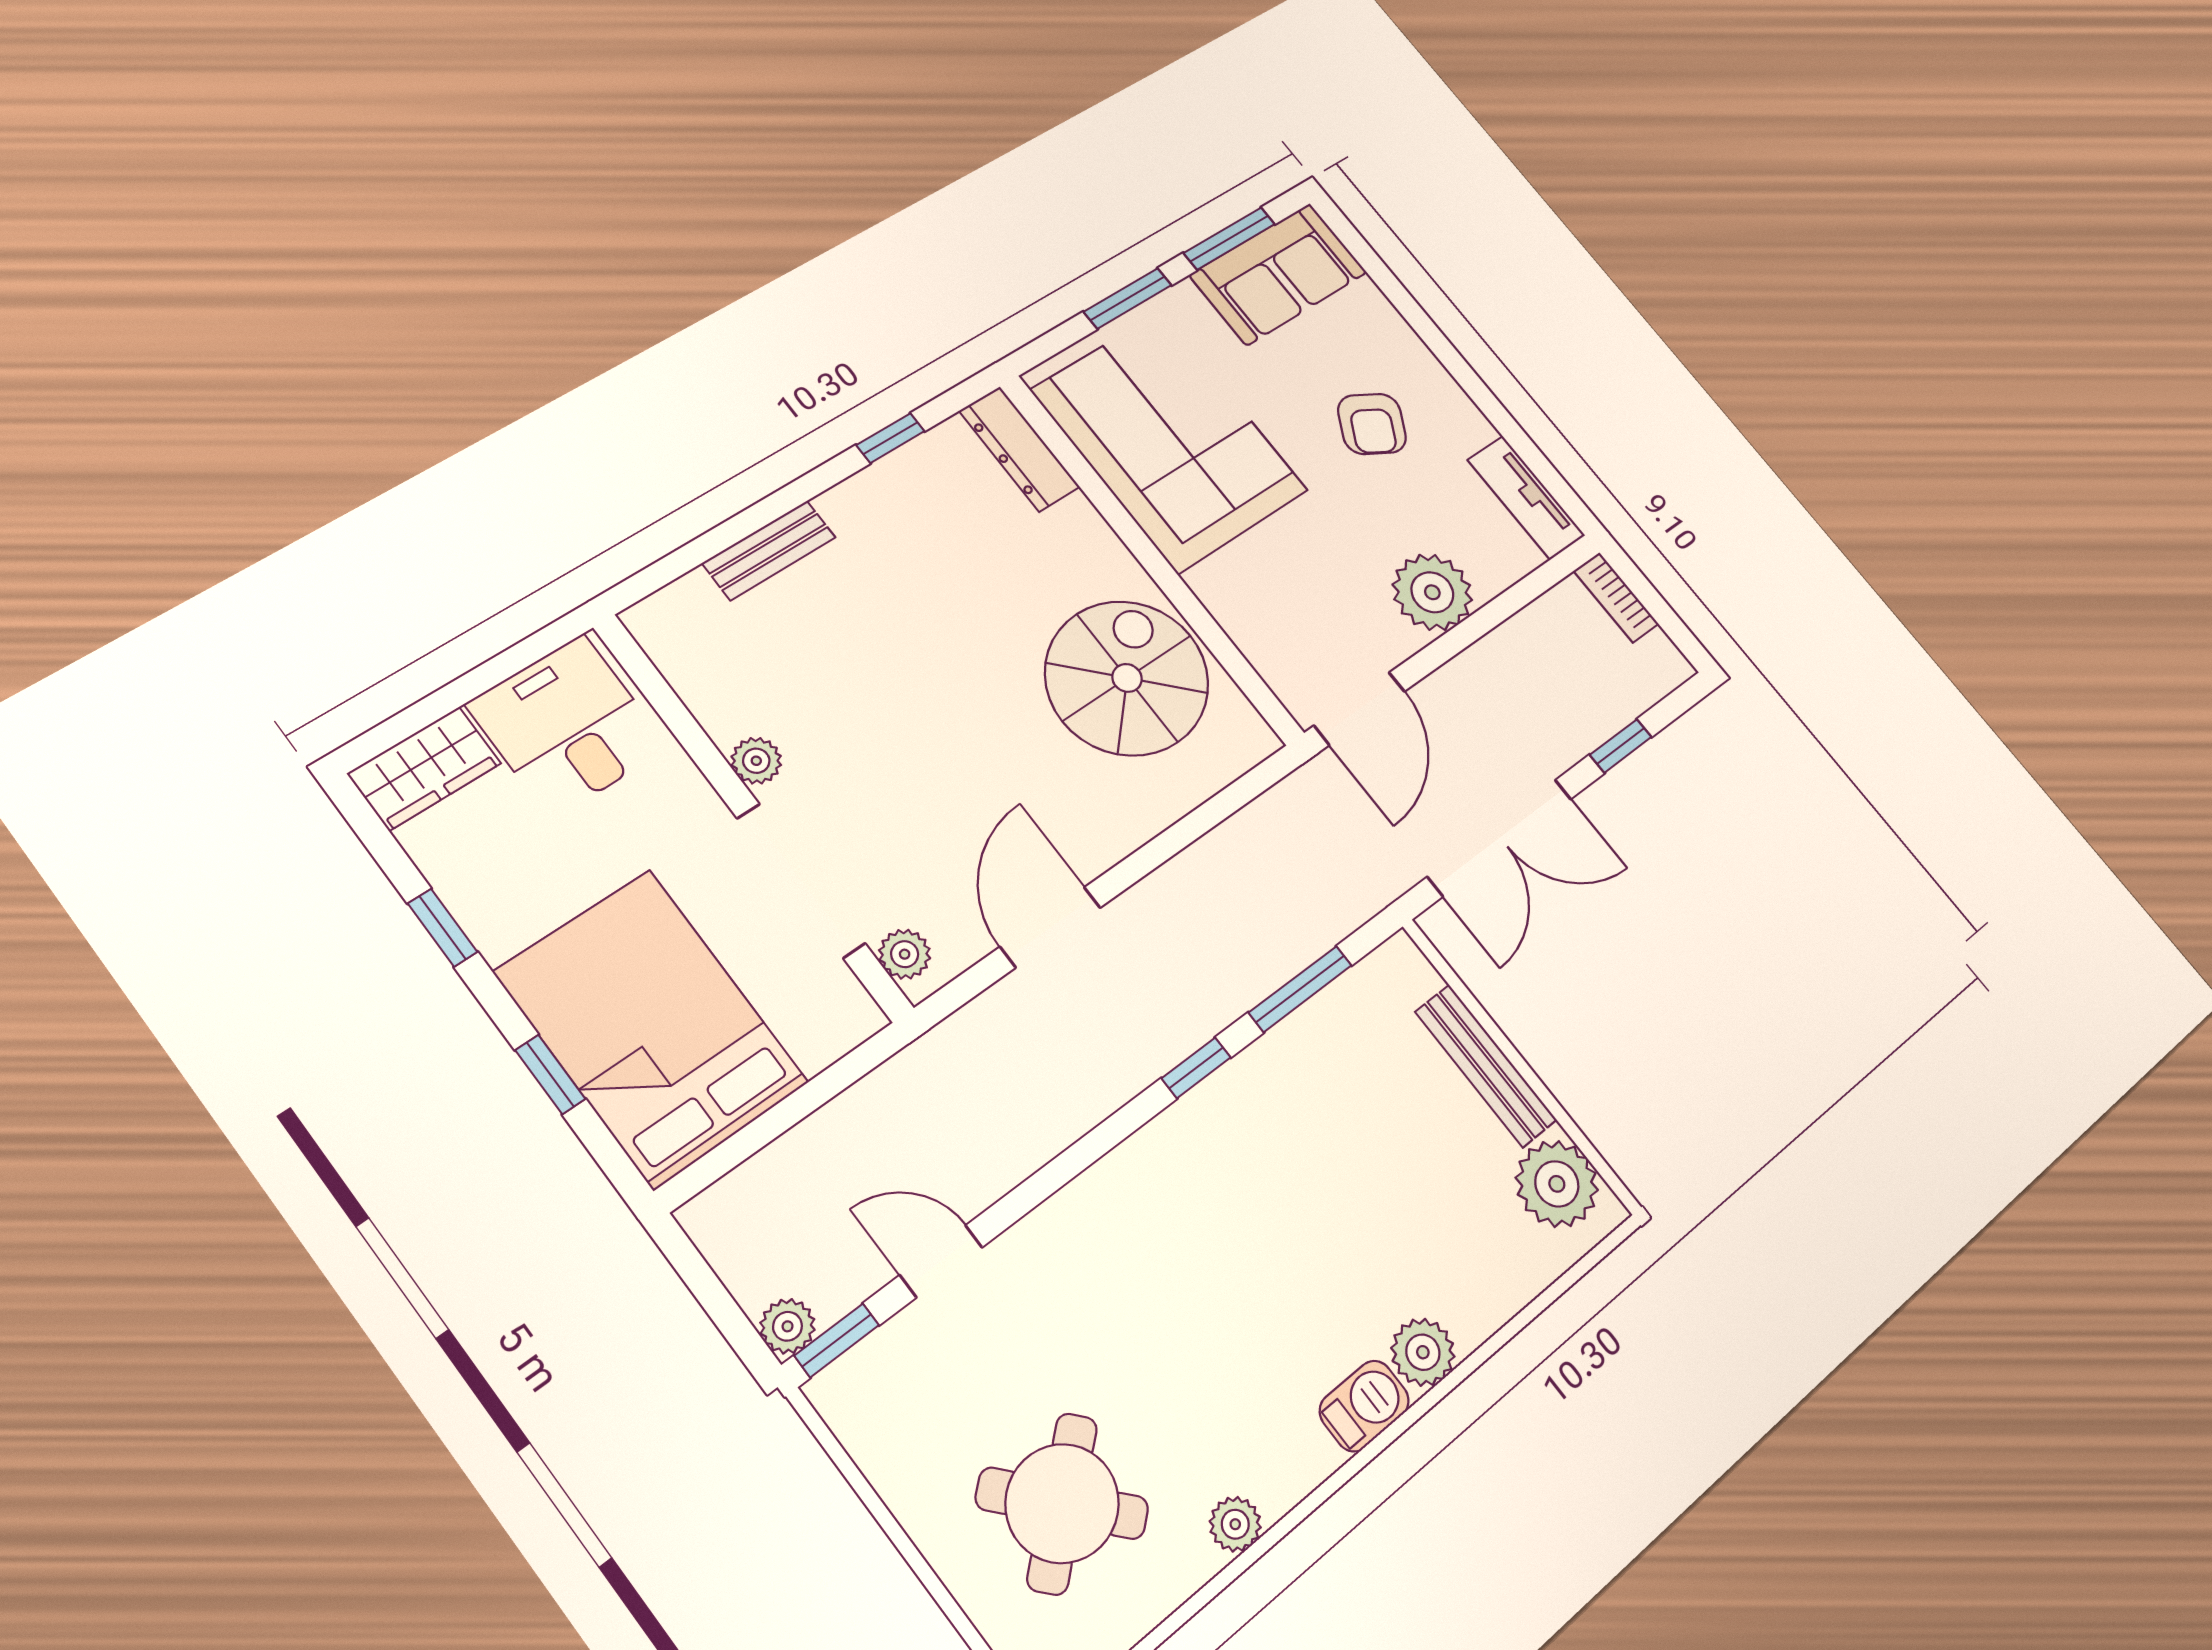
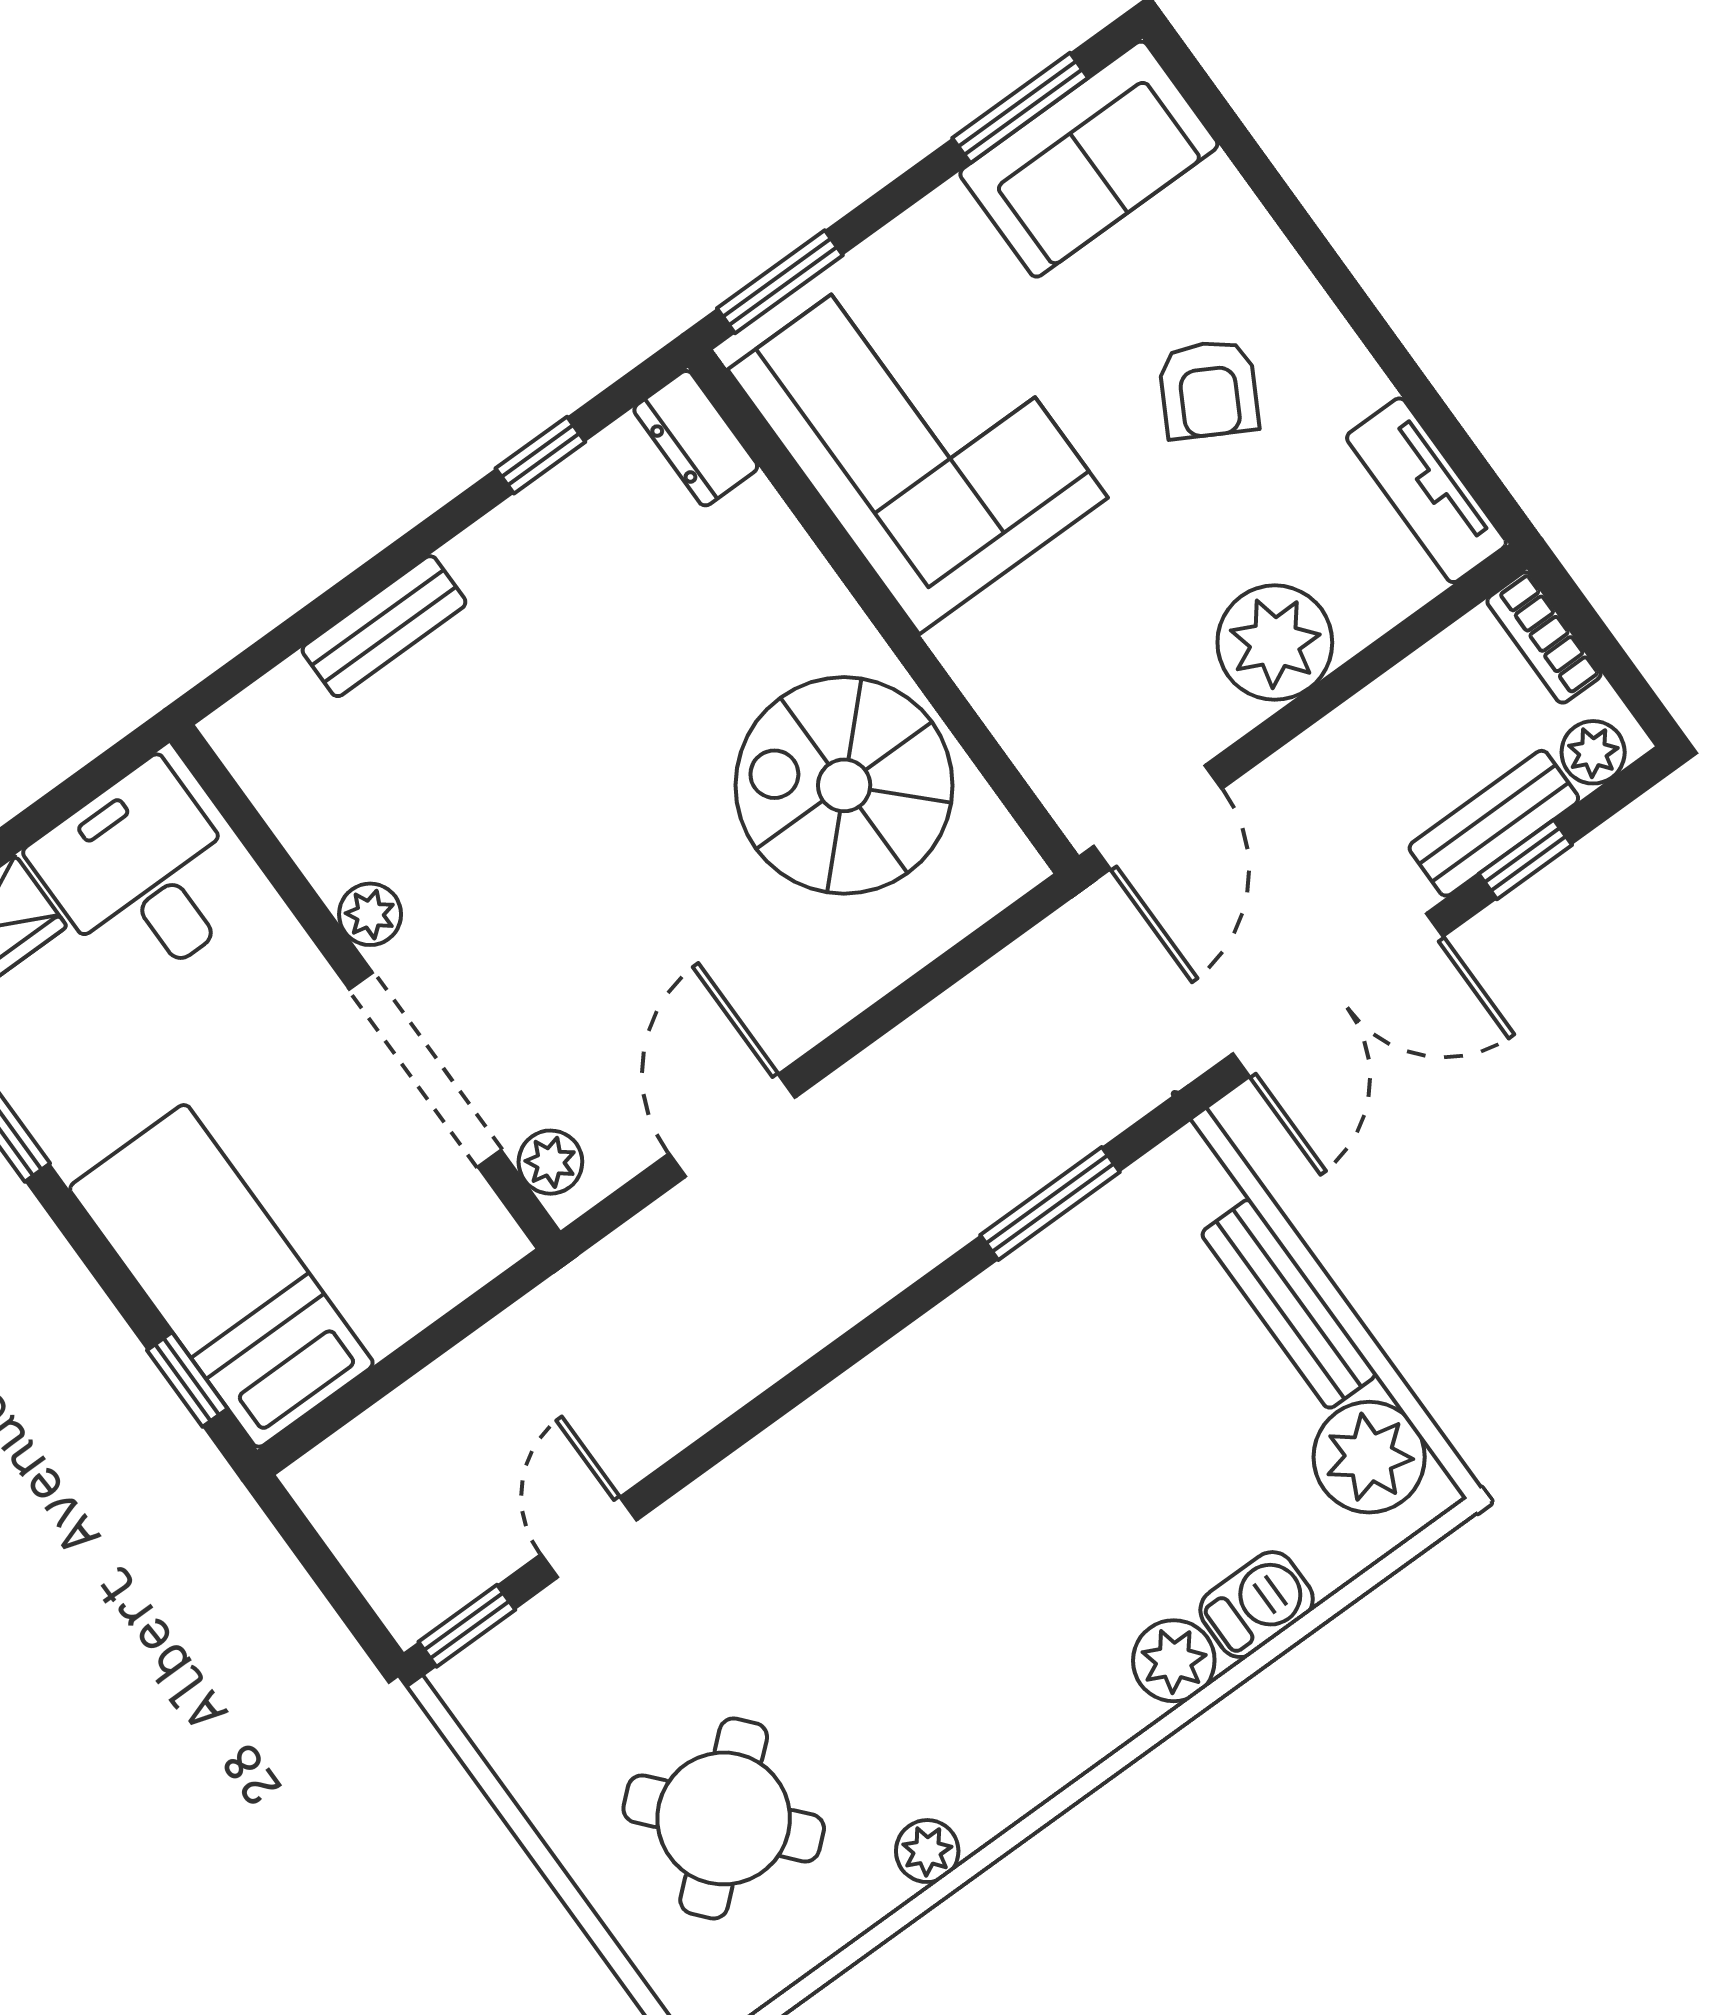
window: (1128, 298) -> (780, 282), moved
dresser: (1019, 449) -> (696, 438), width x0.70
spiral stairs: (1127, 678) -> (844, 785), turned -90
bench: (1596, 720) -> (1494, 823), added
bed: (651, 1027) -> (221, 1276), width x0.67
window: (1196, 1068) -> (909, 1306), removed
window: (550, 1074) -> (187, 1380), moved
door: (941, 1261) -> (589, 1537), hinge flipped
plant: (788, 1326) -> (1593, 752), moved
barbecue: (1364, 1406) -> (1257, 1605), moved

